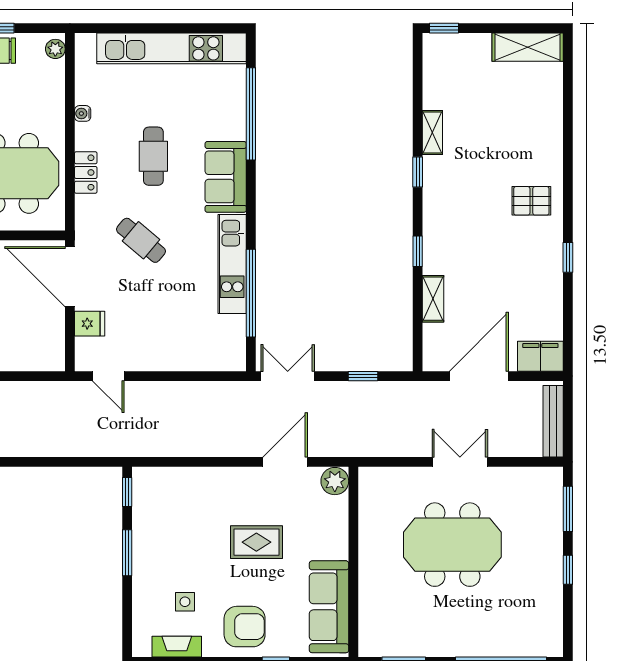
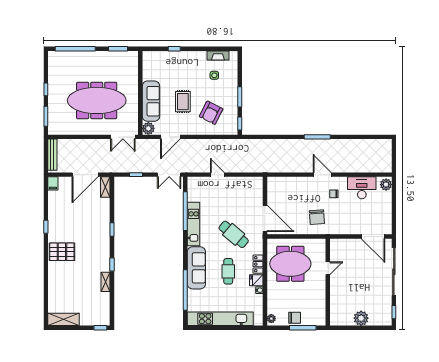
sofa: (226, 177) -> (196, 268), width x1.36
pallet: (531, 201) -> (62, 252), width x1.50, depth x1.42
cafe table: (141, 240) -> (234, 234), width x1.37, depth x1.35
shelving: (433, 299) -> (105, 187), moved
fridge: (90, 324) -> (256, 280), moved
filing cabinet: (540, 356) -> (53, 183), width x0.50
door: (108, 376) -> (217, 175), moved
double door: (460, 462) -> (123, 137), moved
rug: (256, 542) -> (183, 102), turned 90
meeting table: (452, 545) -> (97, 100), width x1.36
sofa: (329, 607) -> (151, 101), moved
armchair: (245, 627) -> (211, 113), moved, turned -63

